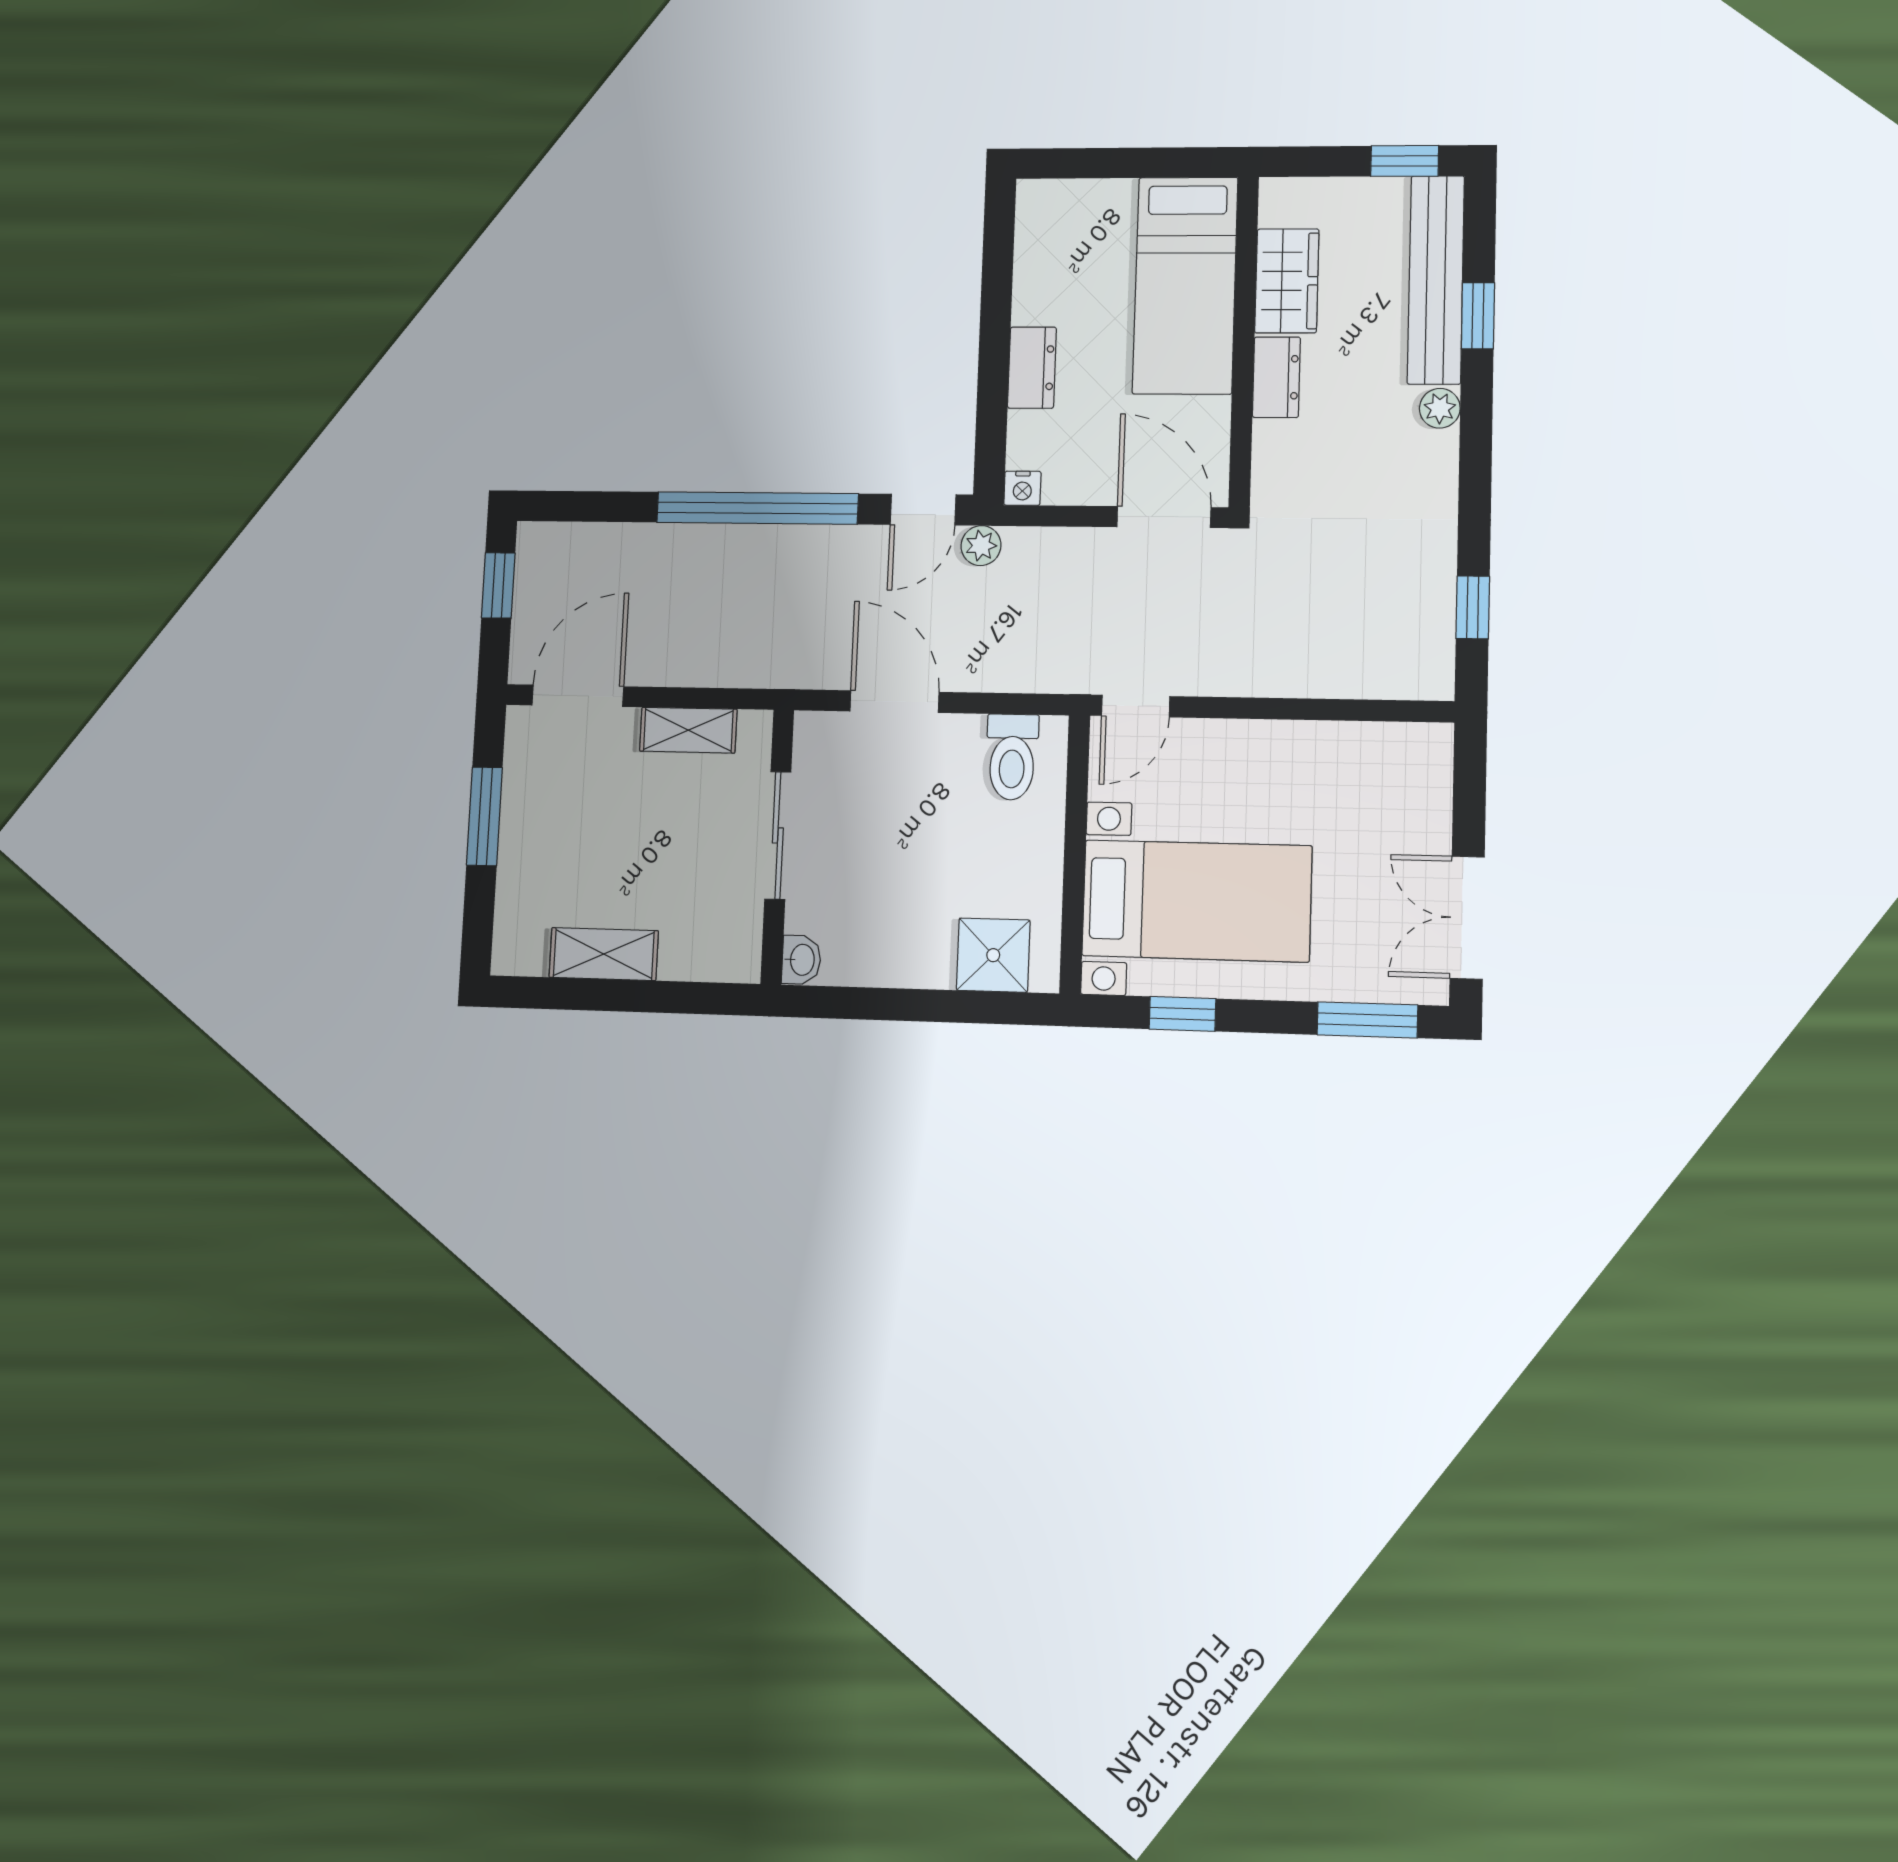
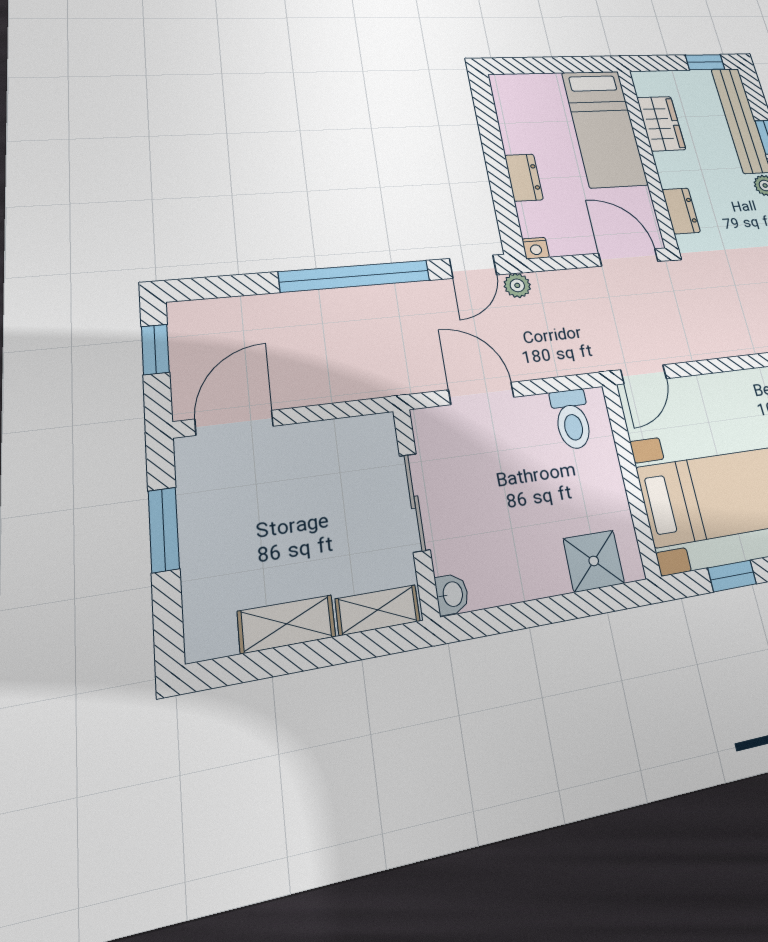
dresser: (1276, 377) -> (681, 211), moved
shelving: (688, 730) -> (378, 610), moved

